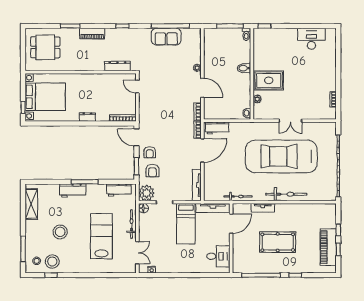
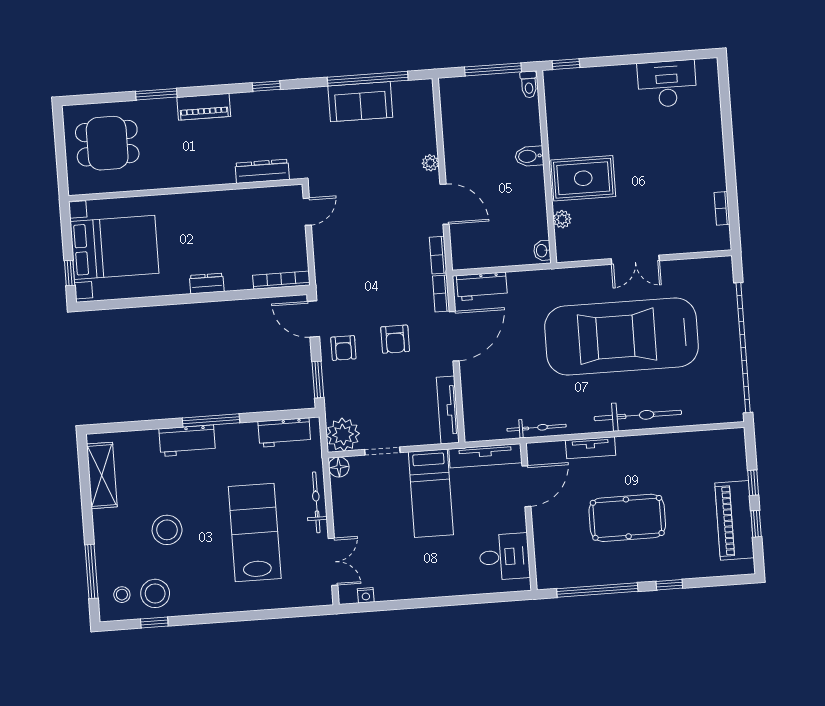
door: (137, 87) -> (307, 212), swing flipped
armchair: (152, 171) -> (395, 339), moved

